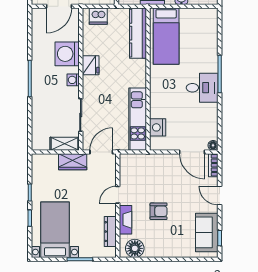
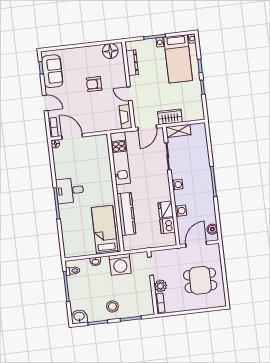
dishwasher: (98, 16) -> (167, 226), moved, turned -90
boiler: (38, 22) -> (212, 229), added
kitchen counter: (138, 33) -> (126, 214), moved
washing machine: (67, 54) -> (181, 211), width x0.53, depth x0.53
fridge: (91, 65) -> (166, 210), moved
nightstand: (158, 127) -> (103, 153), removed
door: (118, 195) -> (129, 94), swing flipped
fireplace: (126, 220) -> (126, 117), moved

